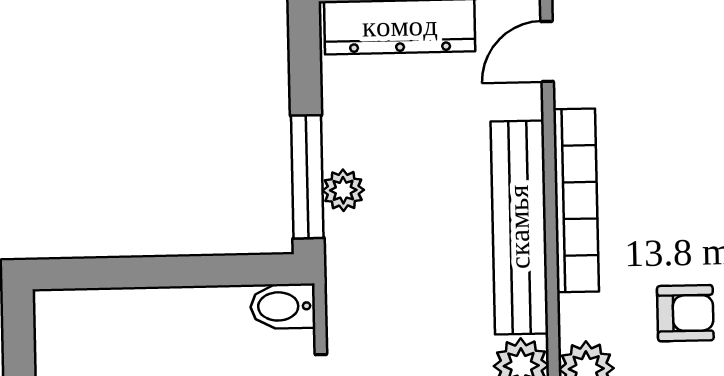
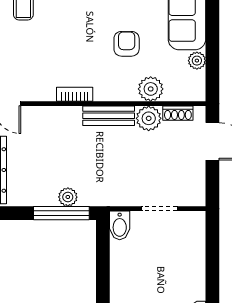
bookcase: (576, 200) -> (75, 94), width x0.43, depth x0.76
bench: (519, 227) -> (109, 116), width x0.54, depth x0.82

